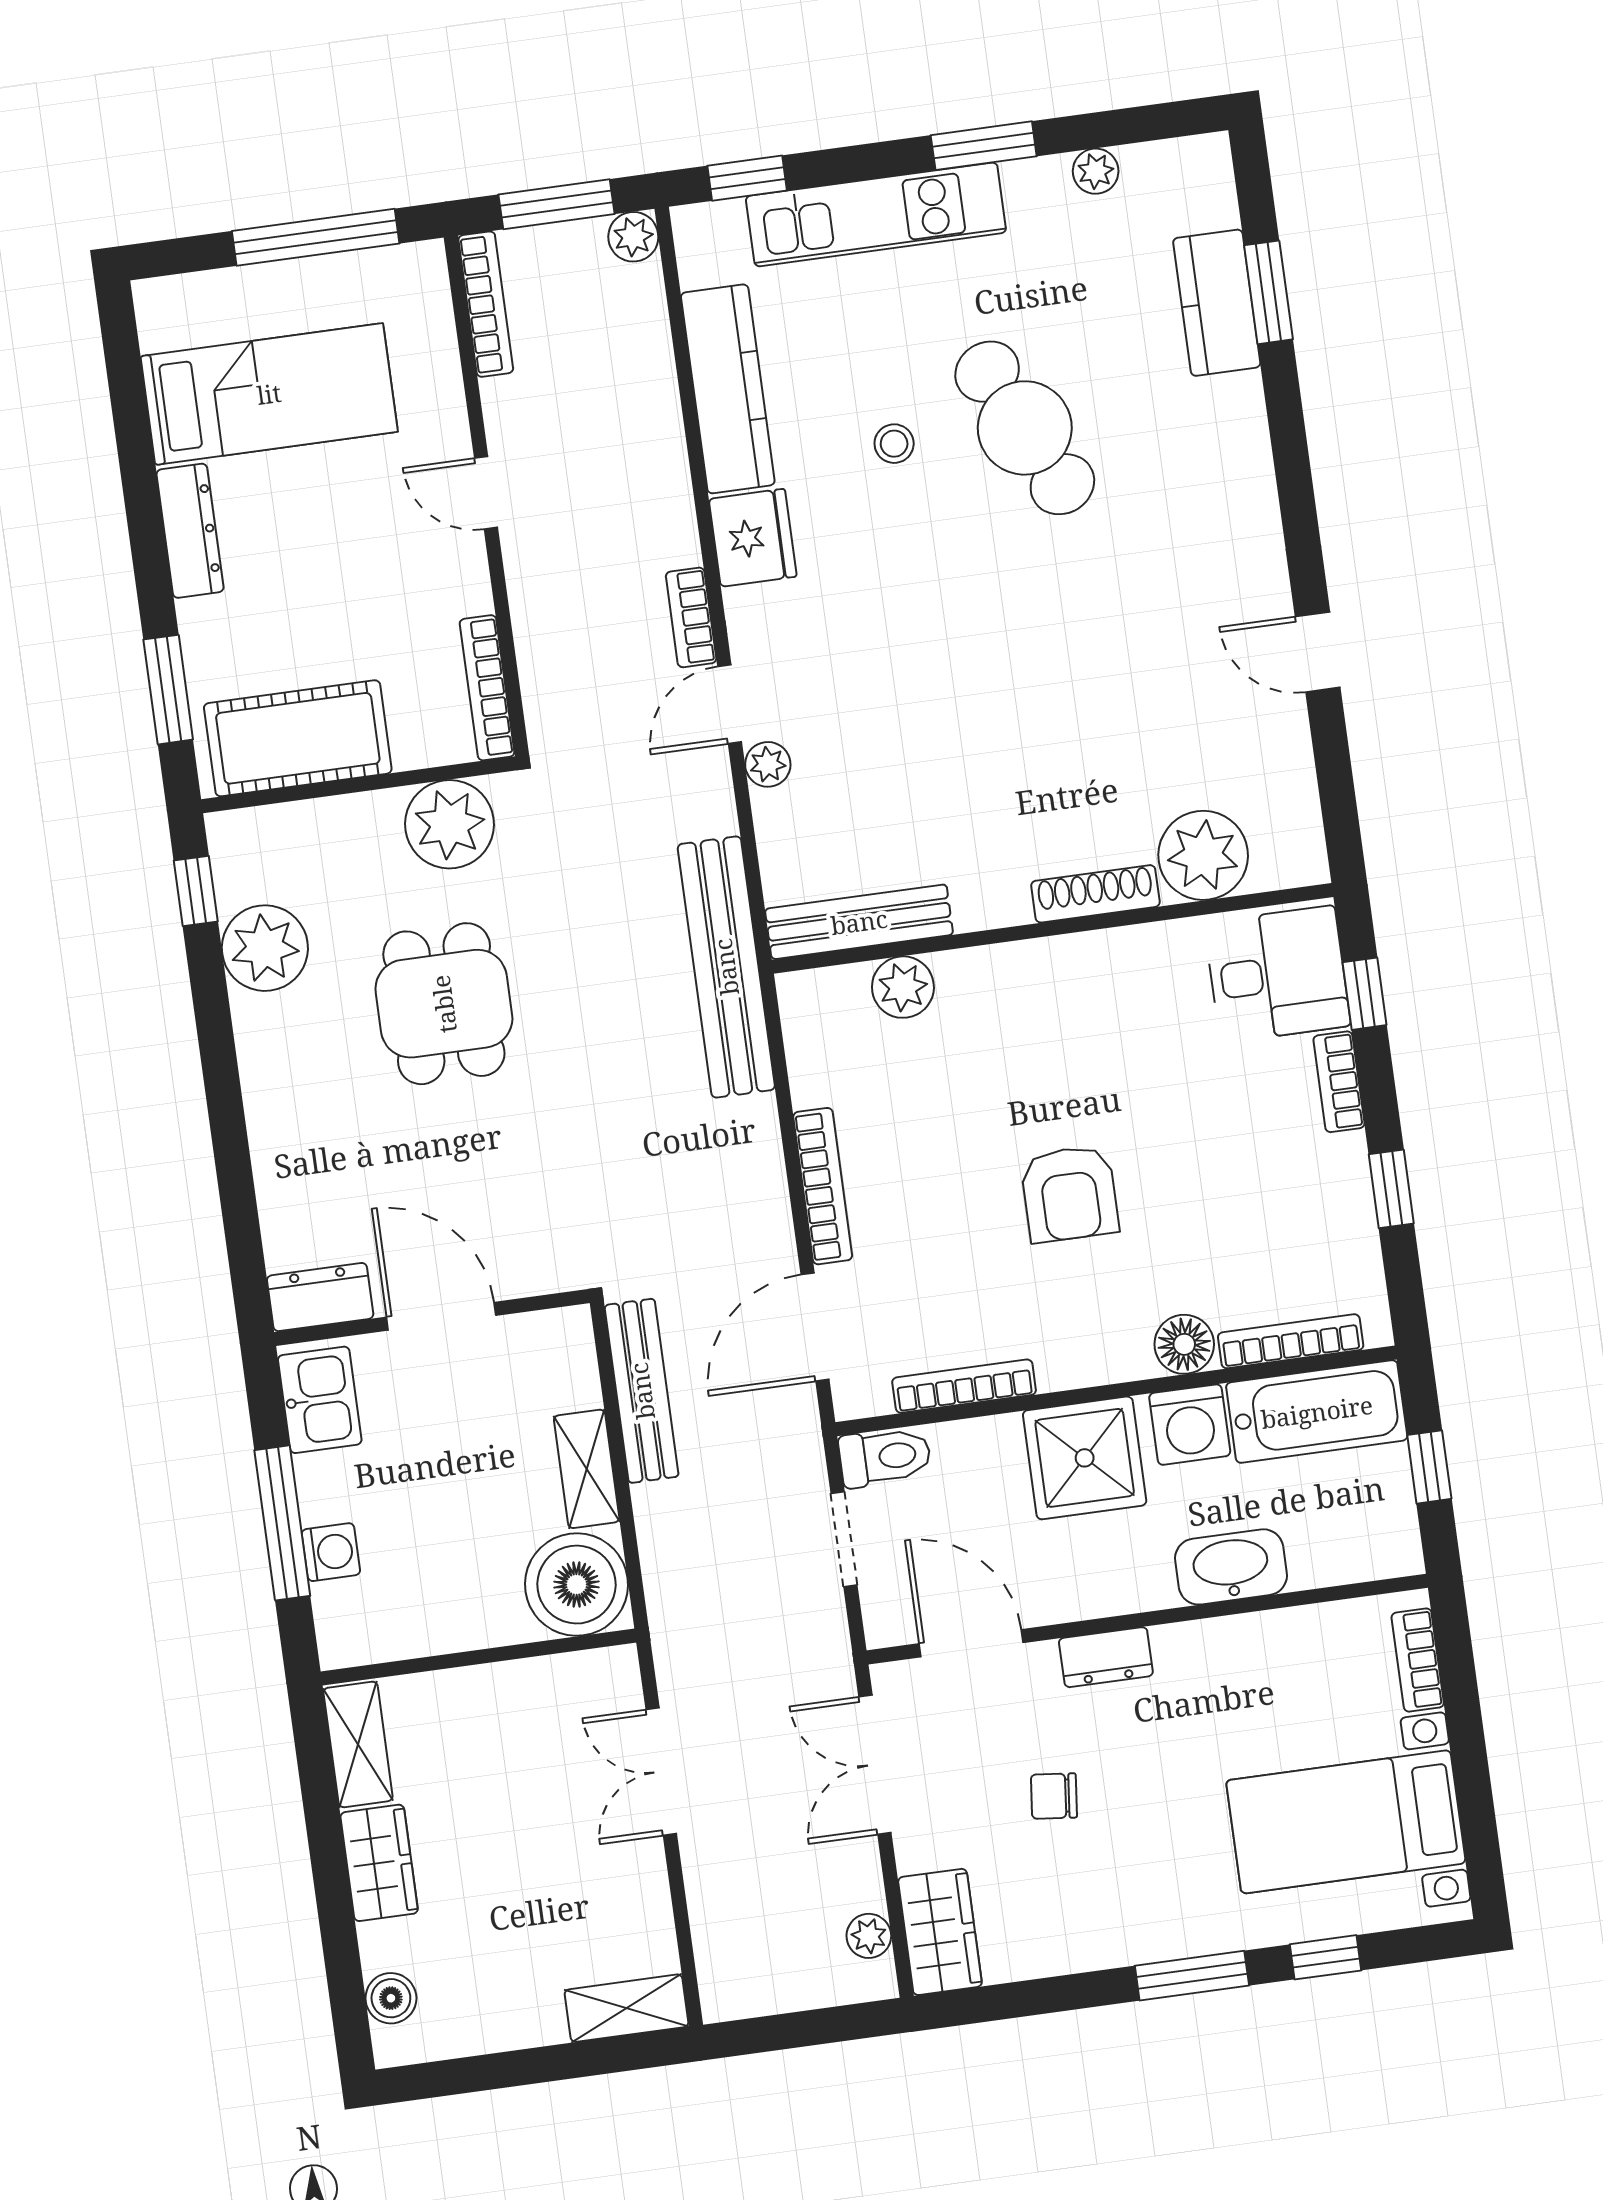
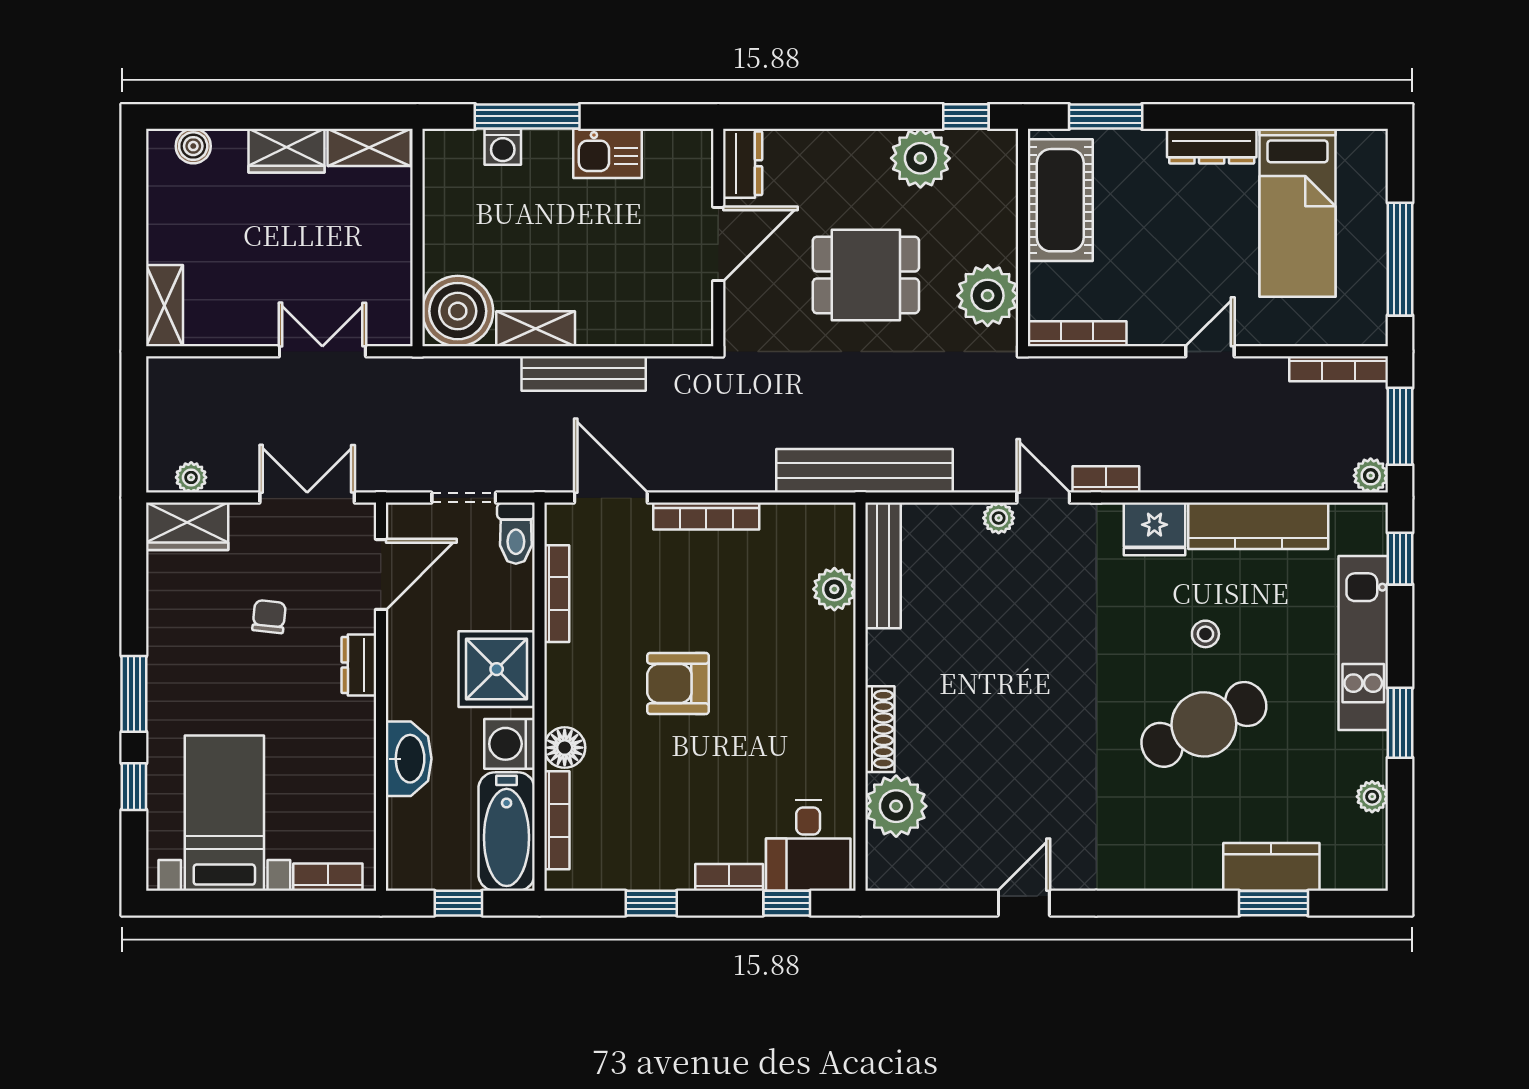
dresser: (320, 1297) -> (743, 163), moved
door: (441, 1316) -> (718, 244), moved
wall: (432, 1317) -> (718, 238), moved

